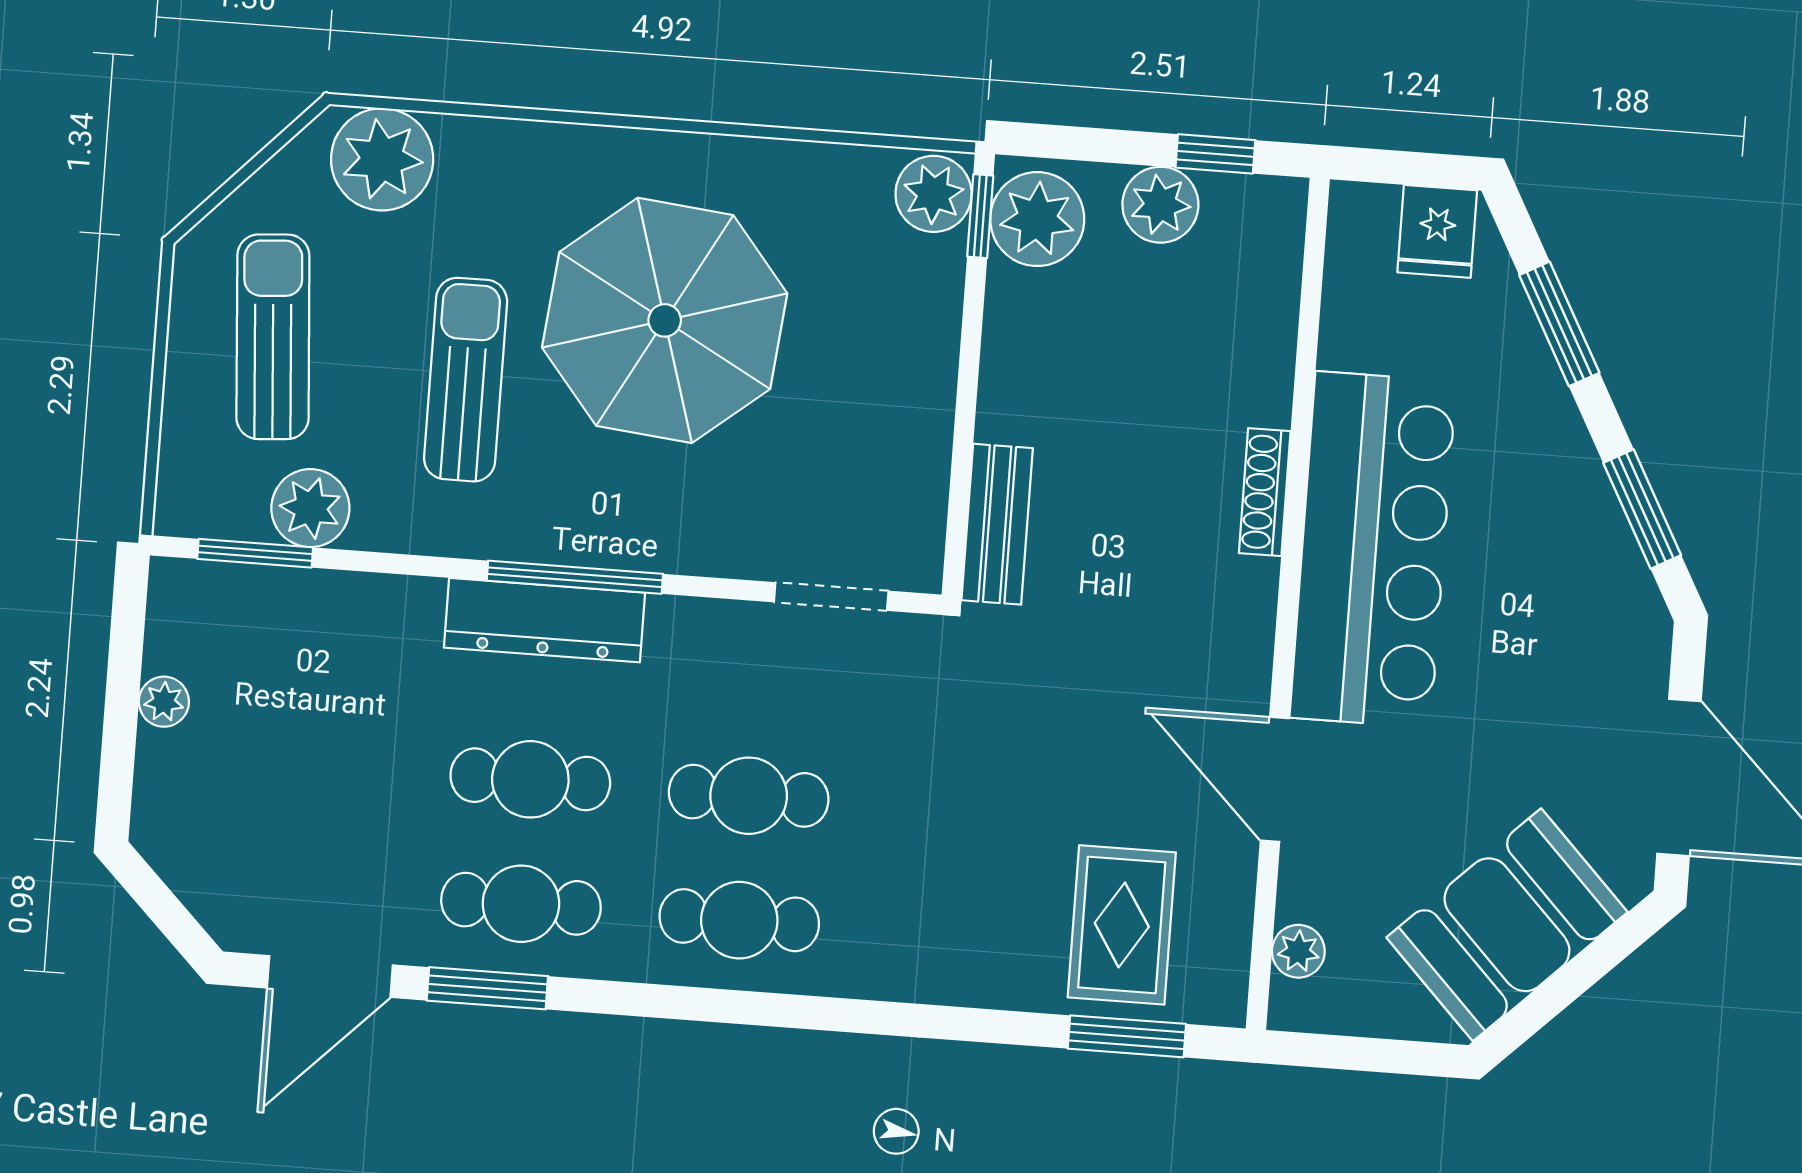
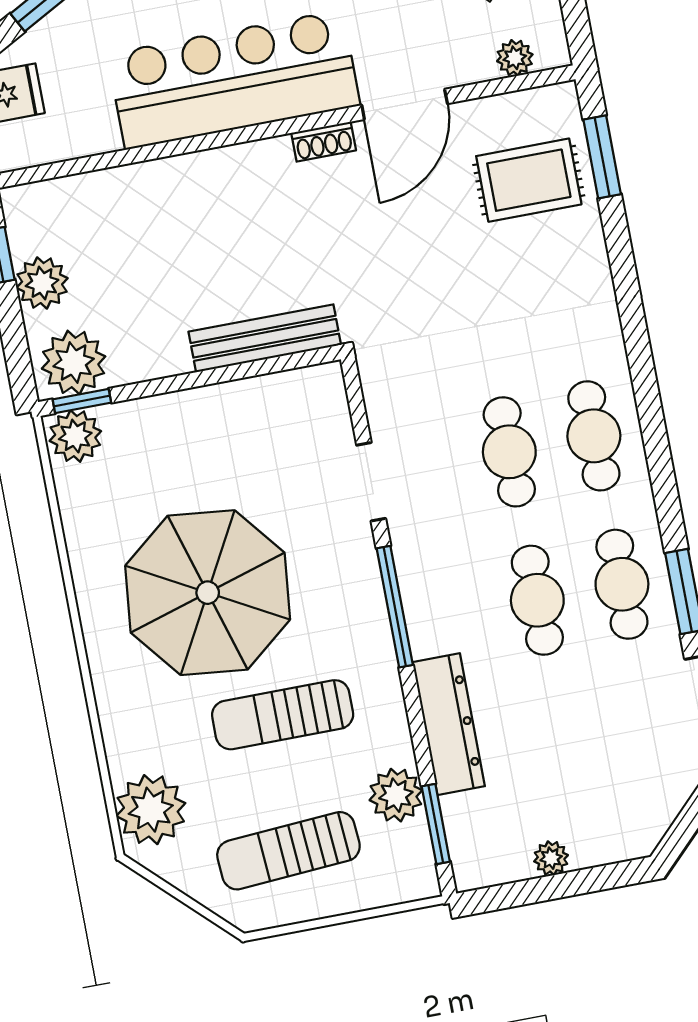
shoe rack: (1265, 492) -> (324, 142), moved, width x0.70
bench: (997, 524) -> (265, 338), width x1.36
doorway: (831, 596) -> (371, 482), moved
dresser: (544, 620) -> (449, 724), moved

